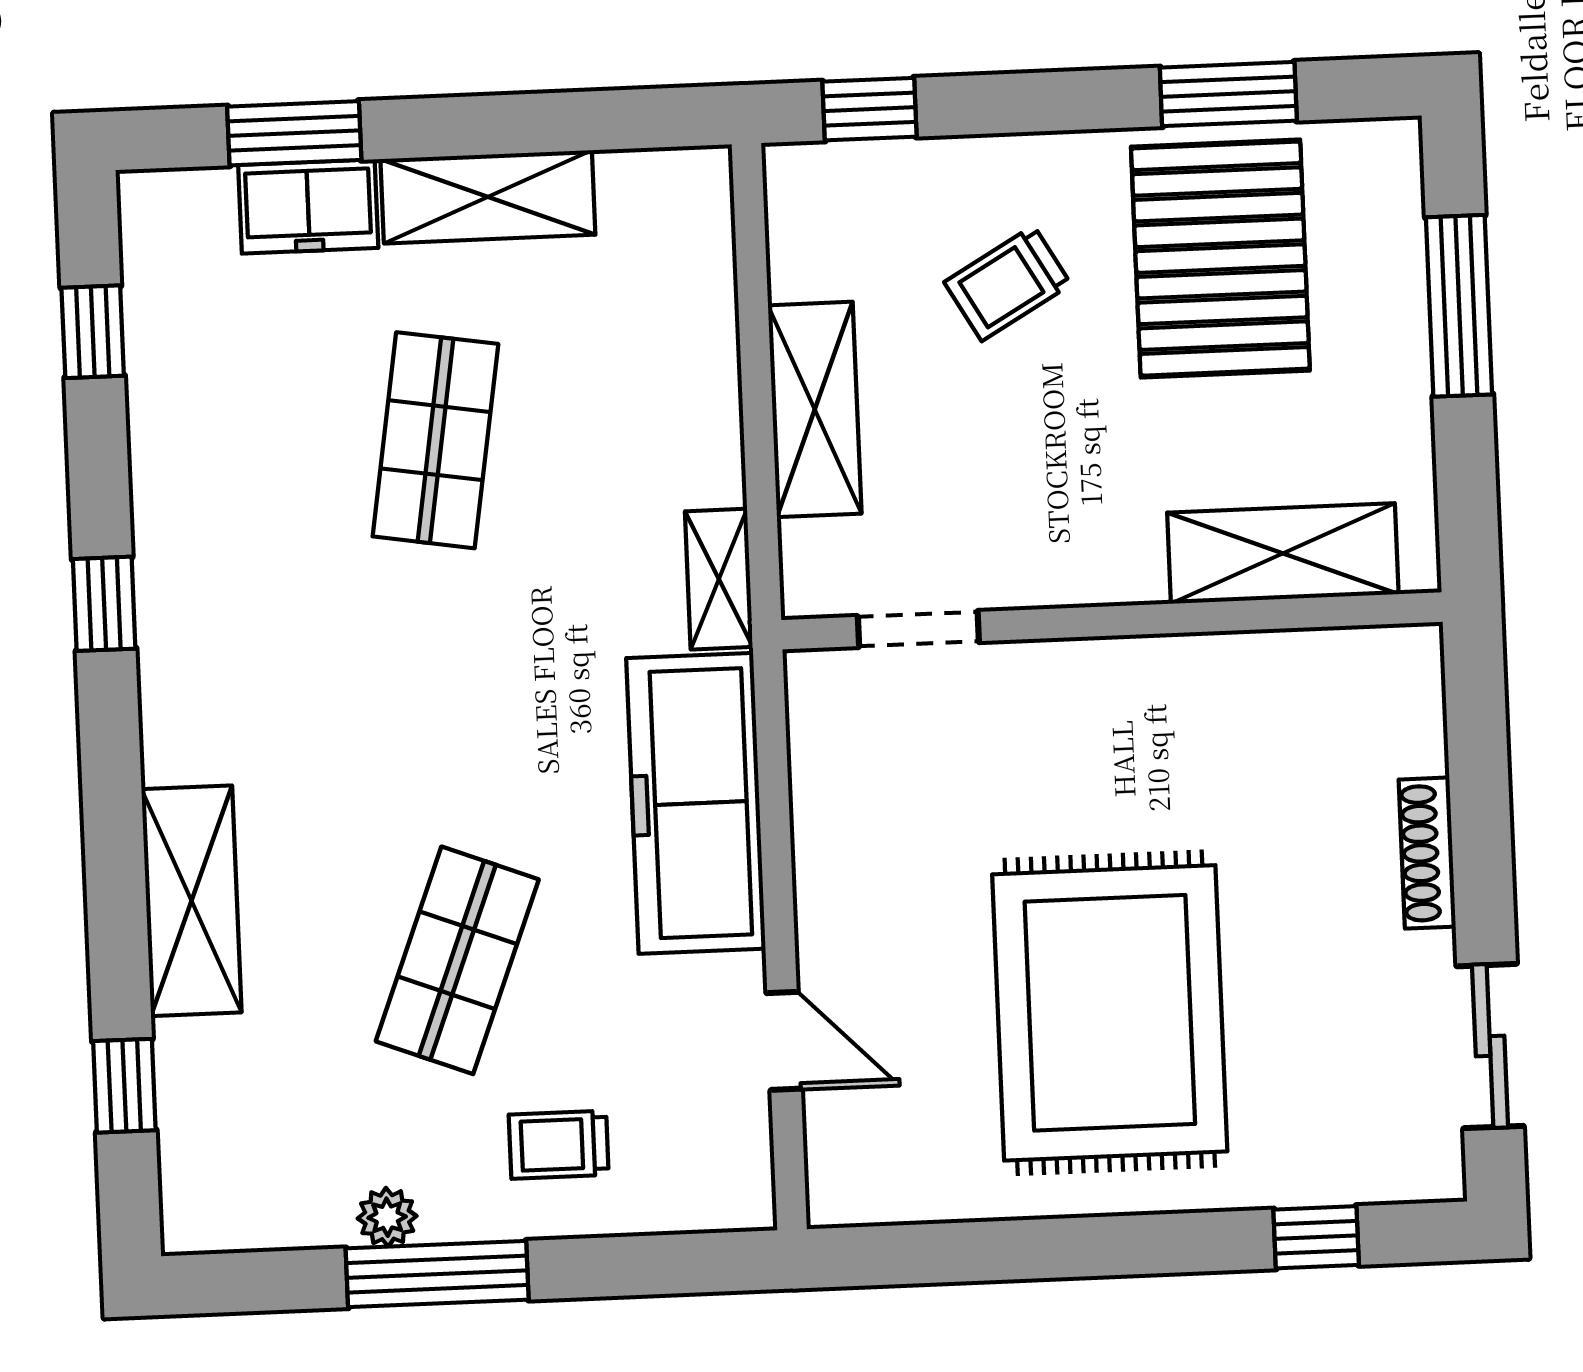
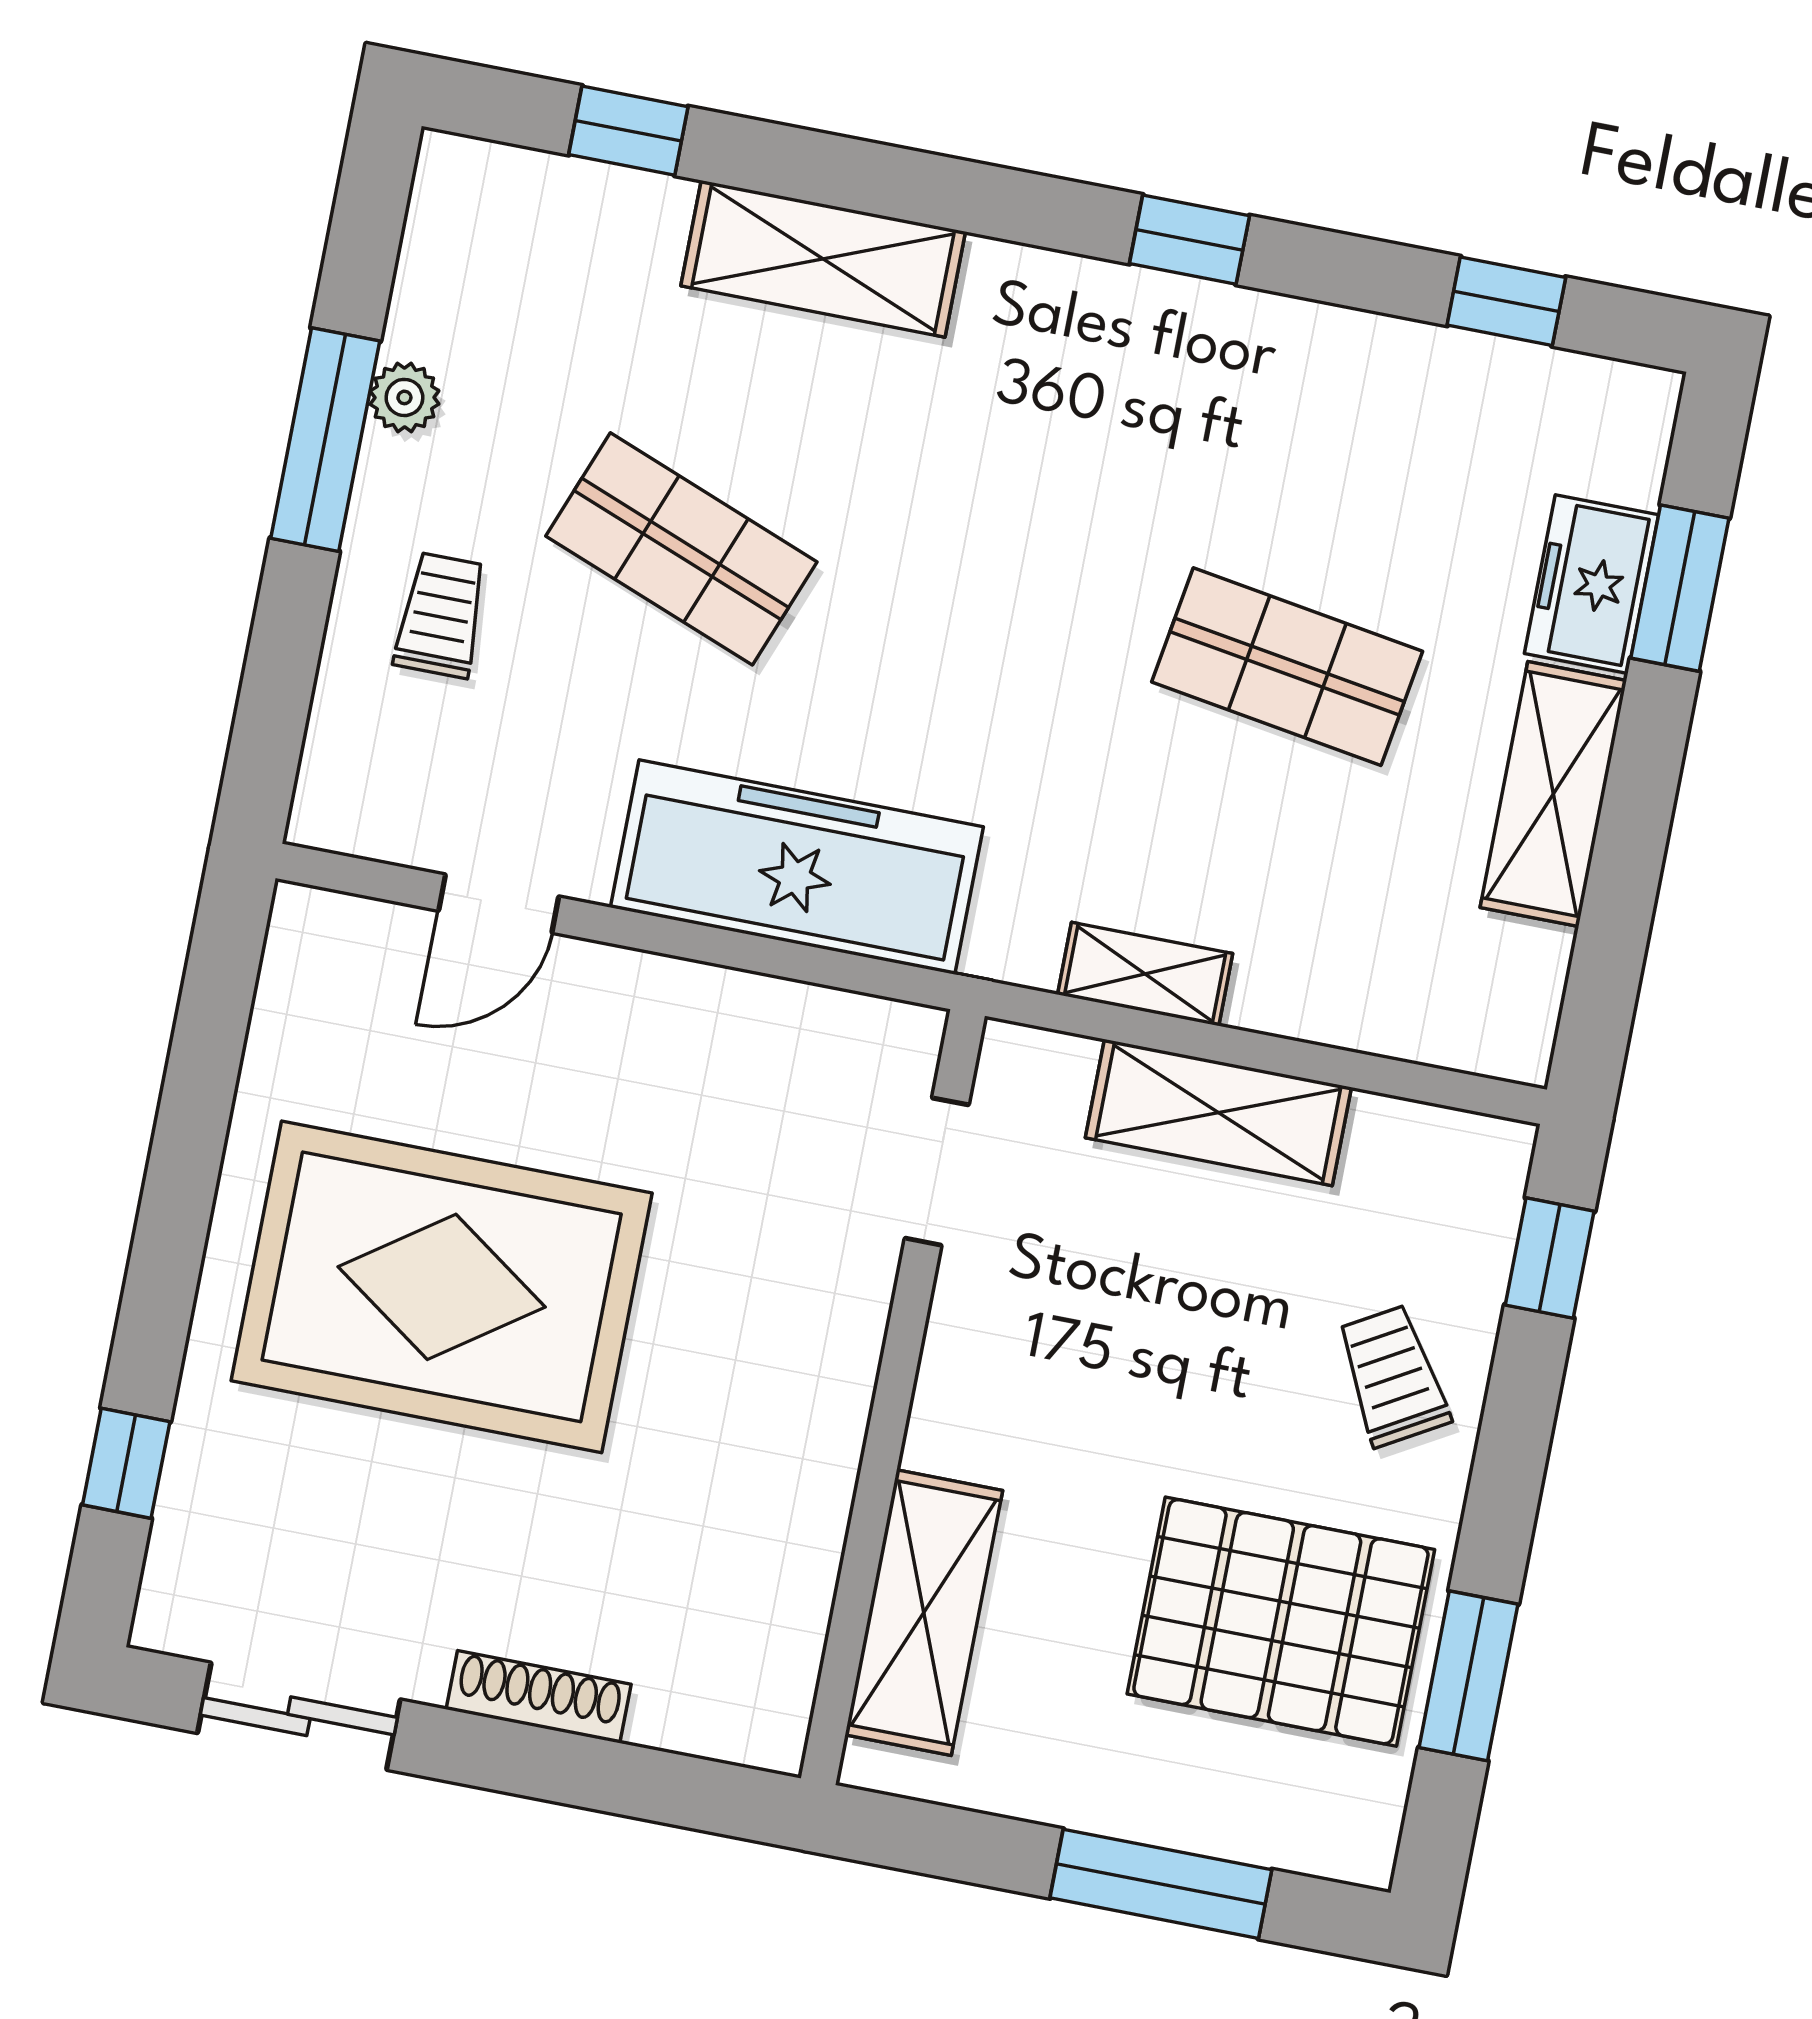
trolley: (1008, 283) -> (1393, 1376), moved
shelving: (719, 579) -> (1145, 974), moved

